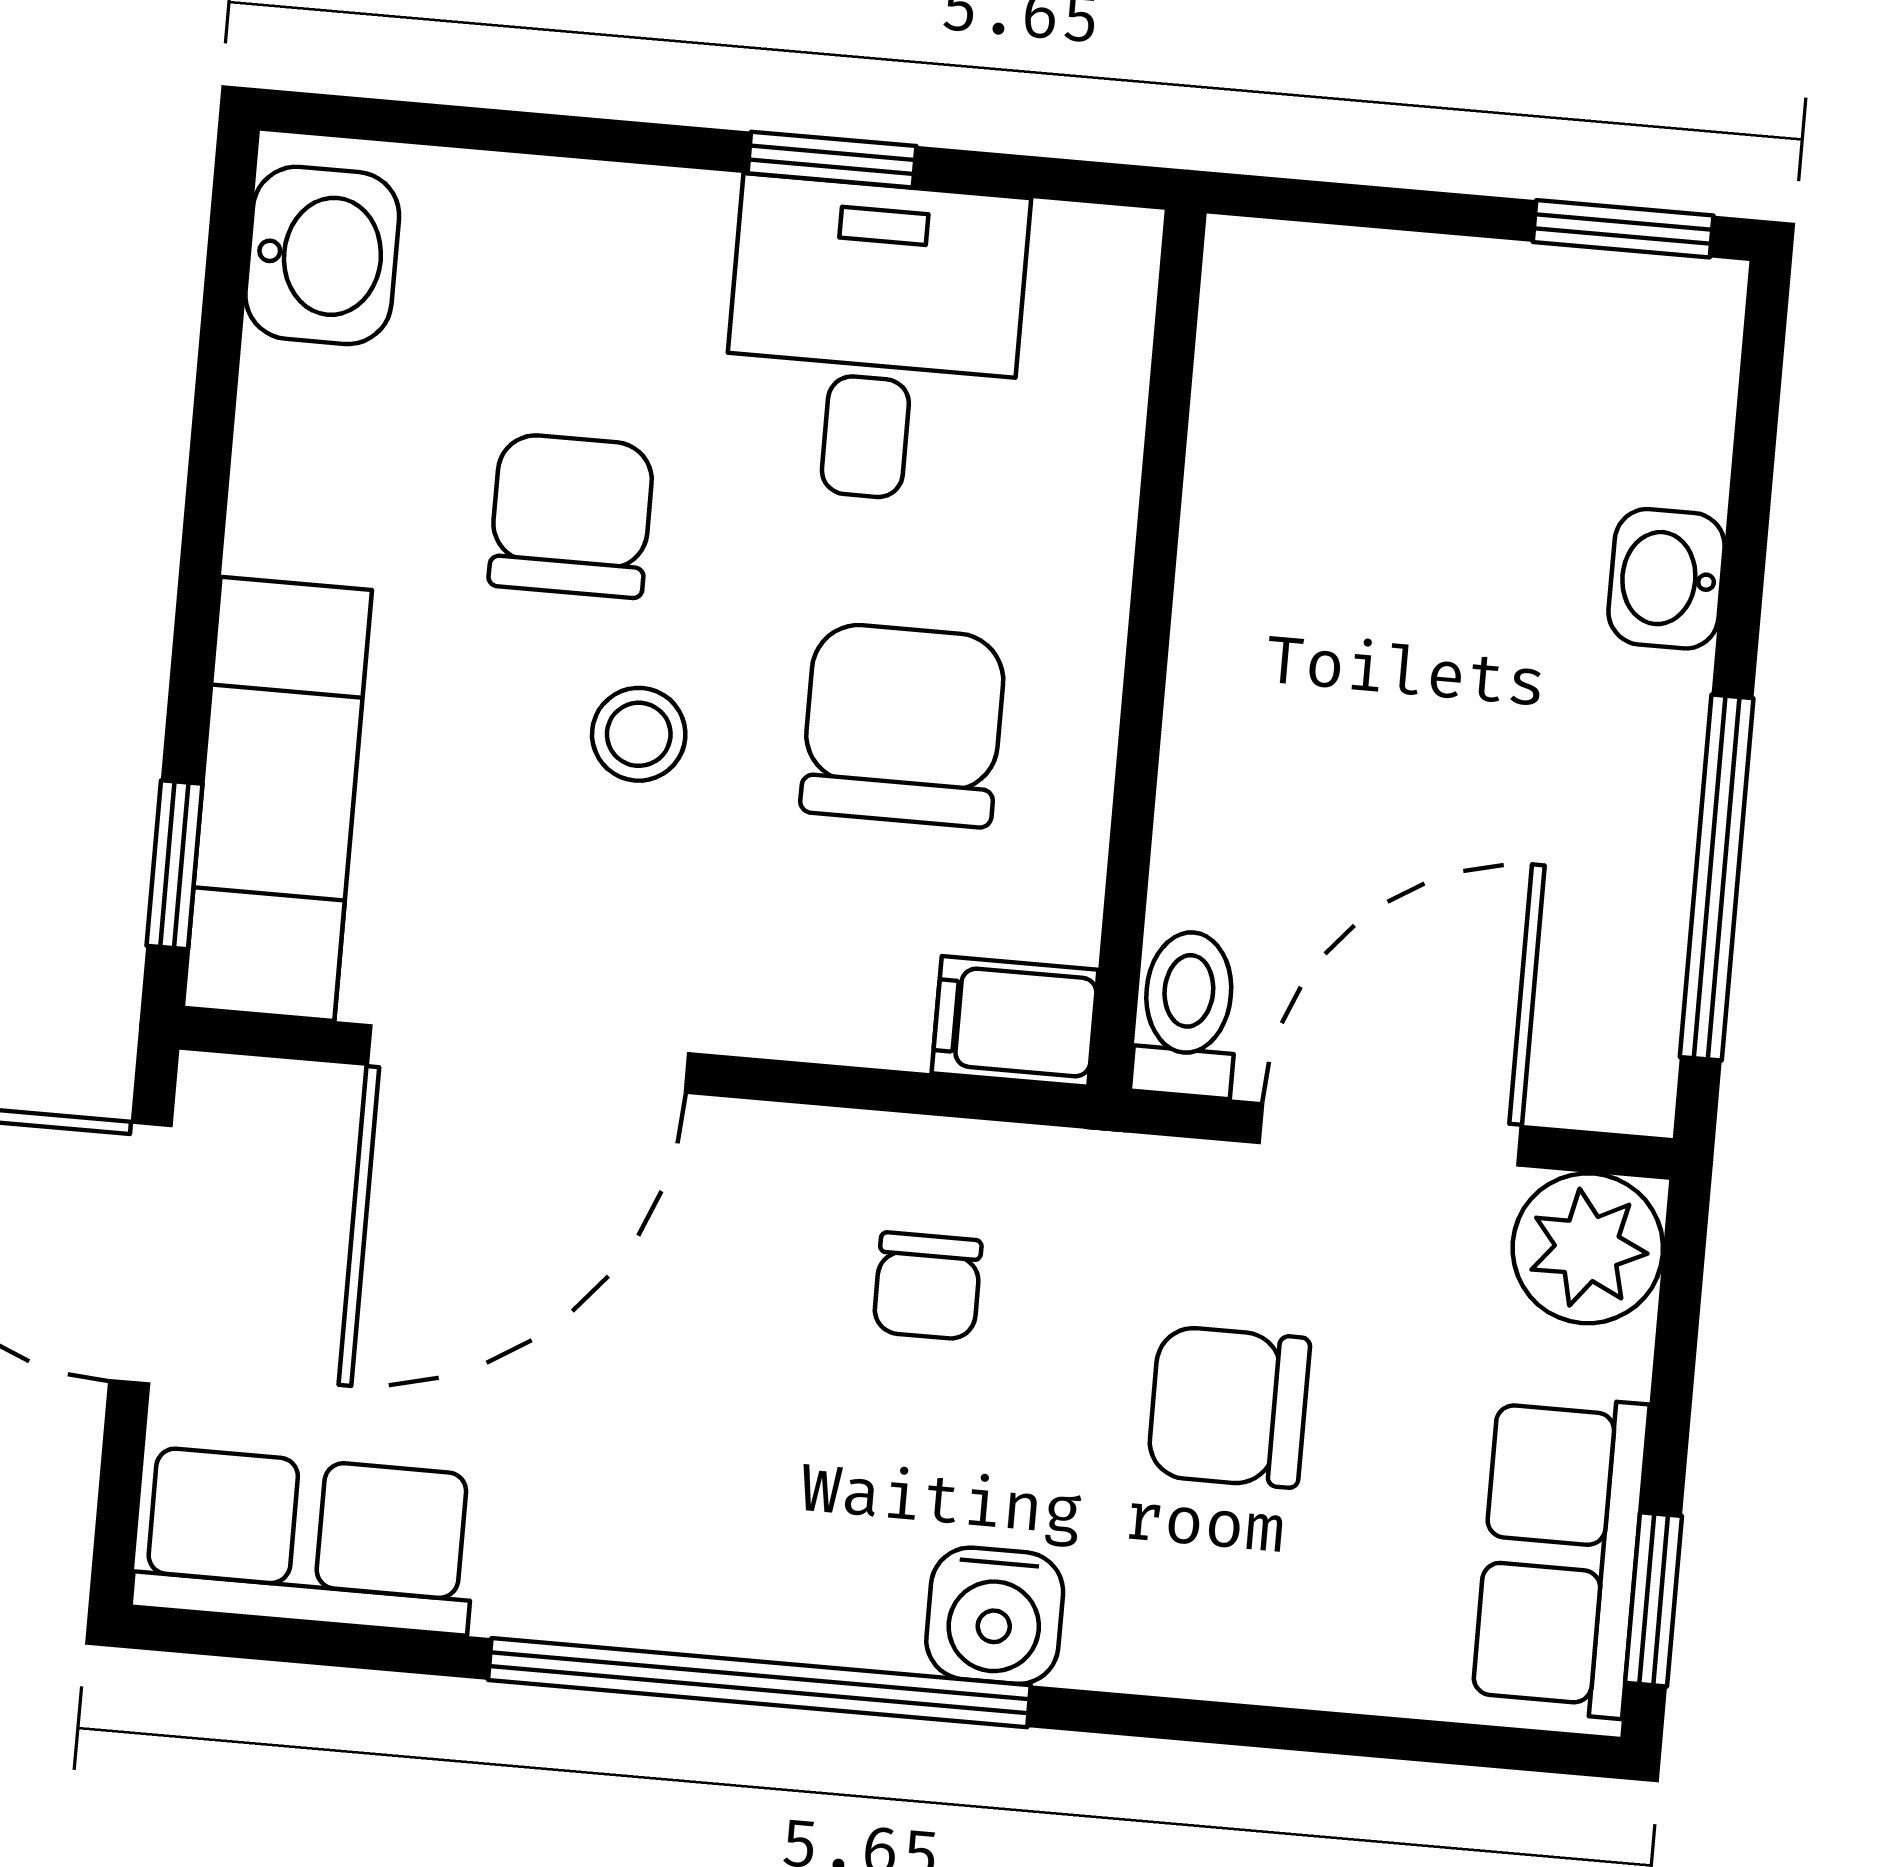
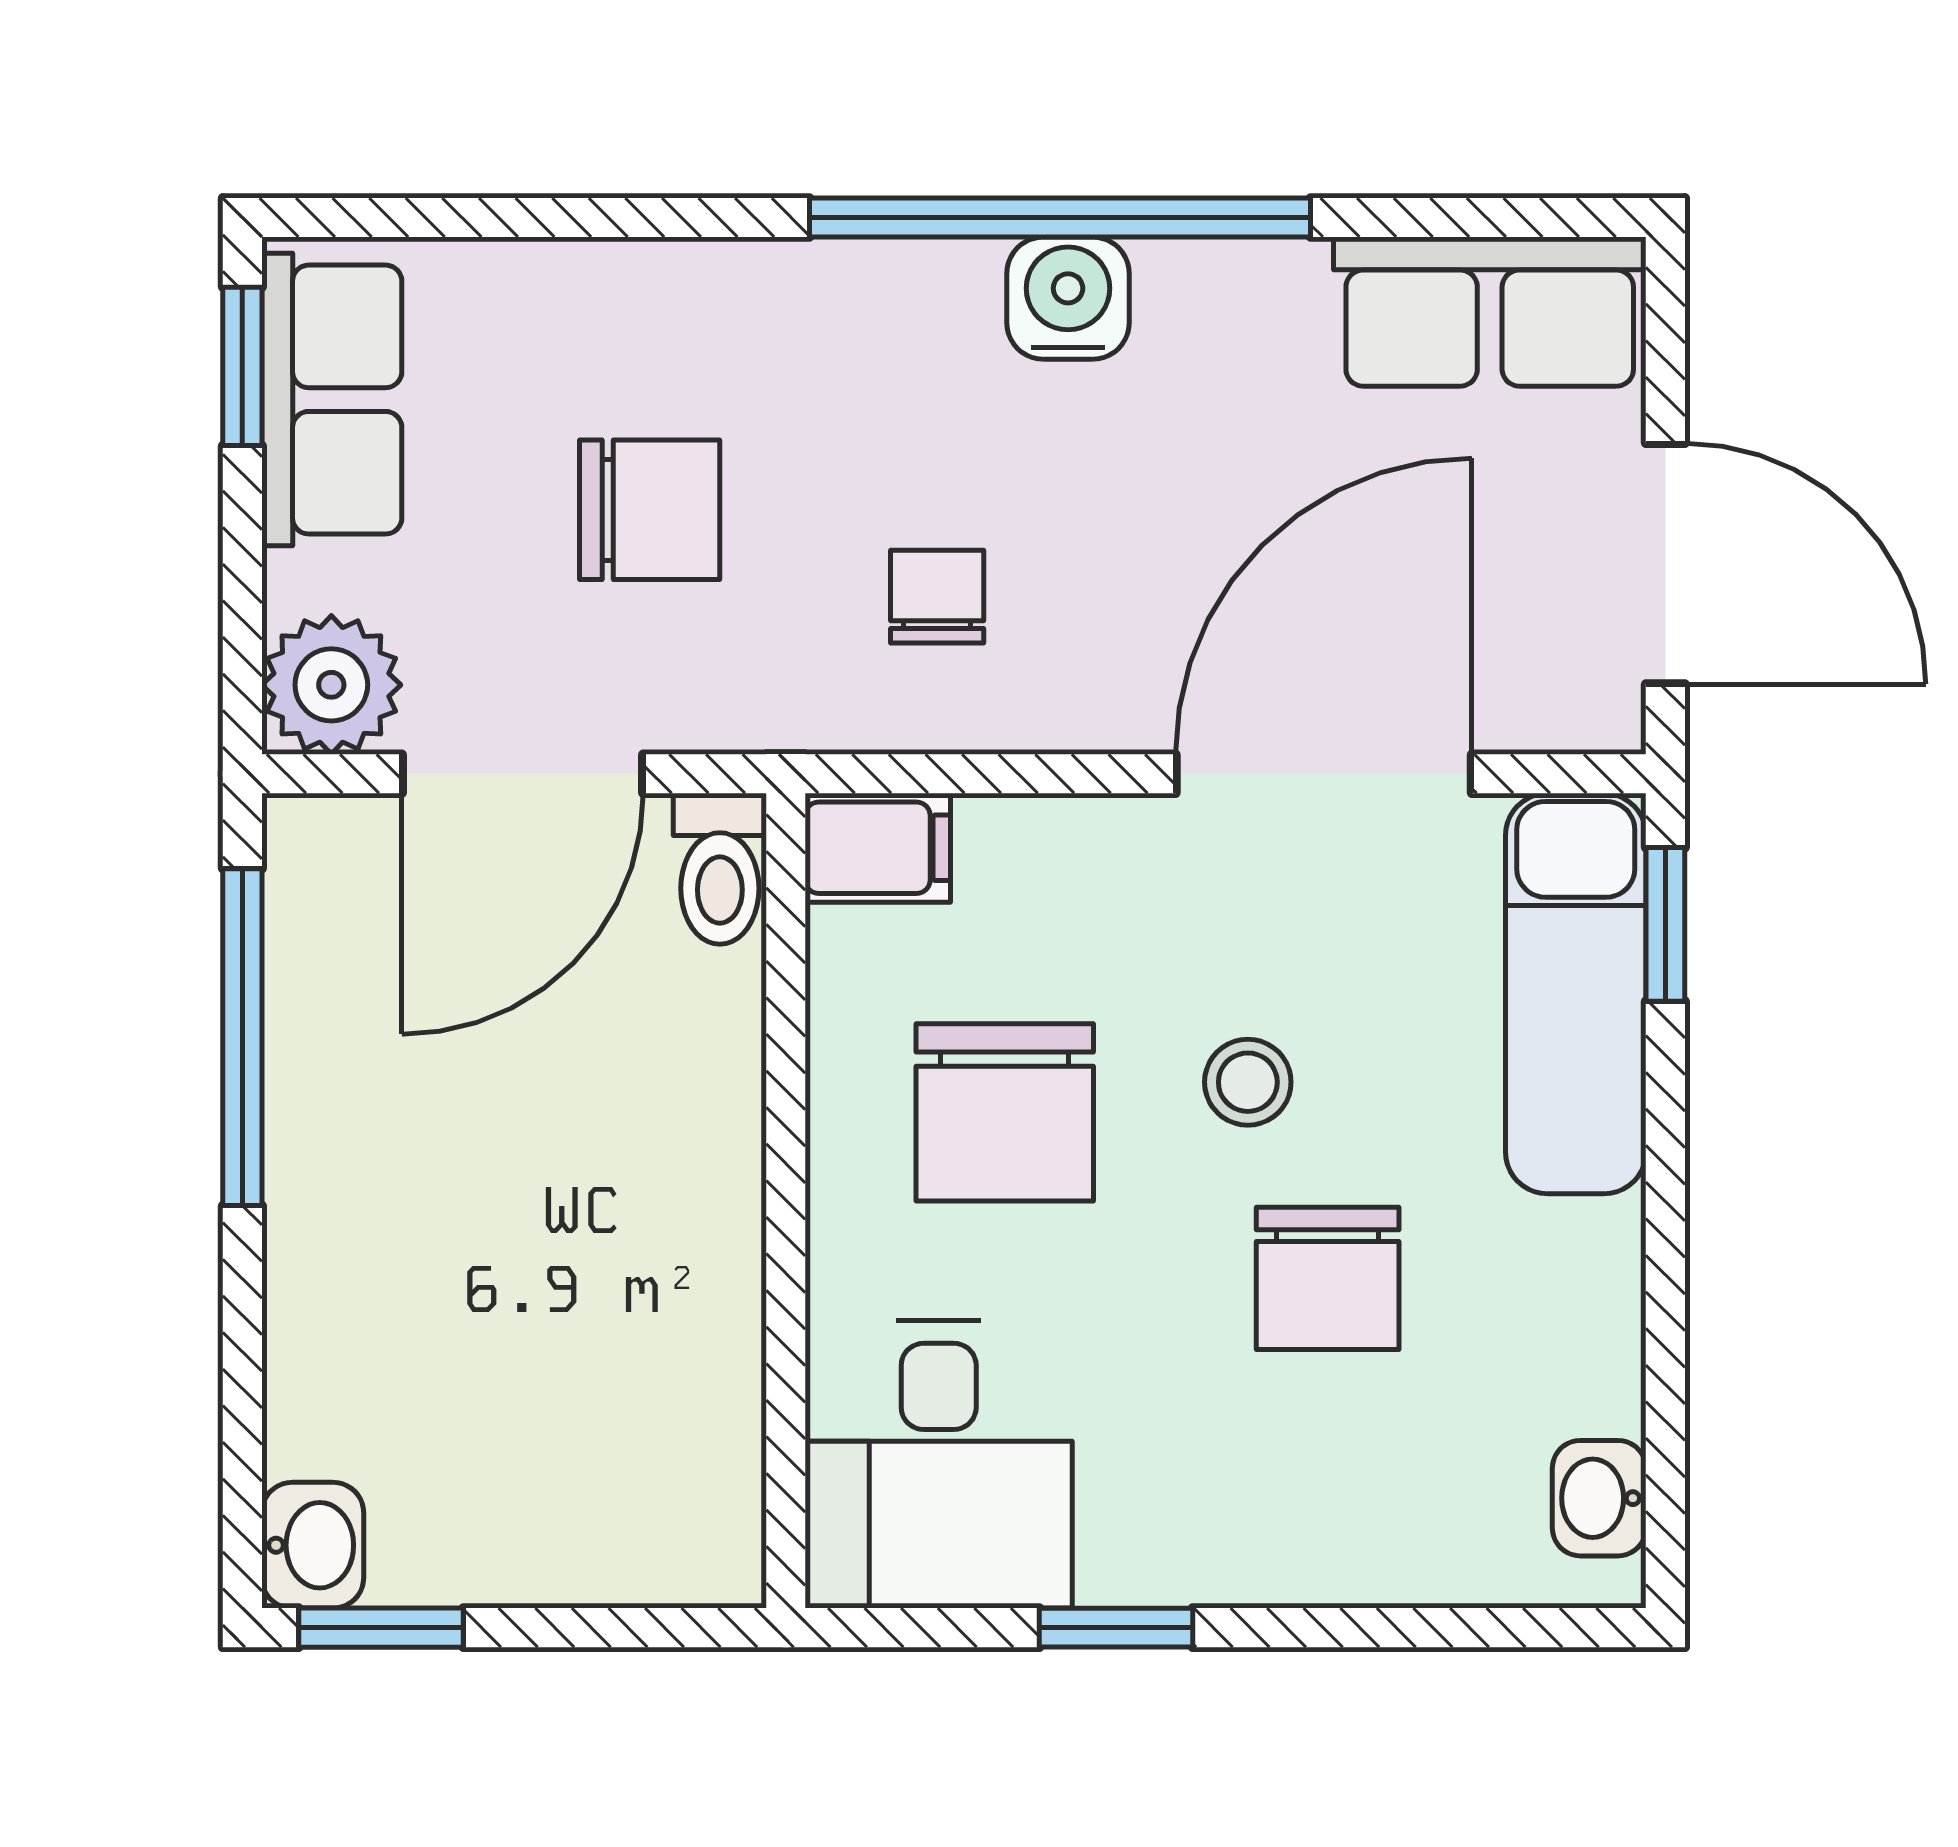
washbasin: (322, 255) -> (1599, 1498), width x0.72, depth x0.69
desk: (874, 341) -> (939, 1464), moved
washbasin: (1667, 579) -> (313, 1545), moved
water cooler: (995, 1616) -> (1068, 298), moved

